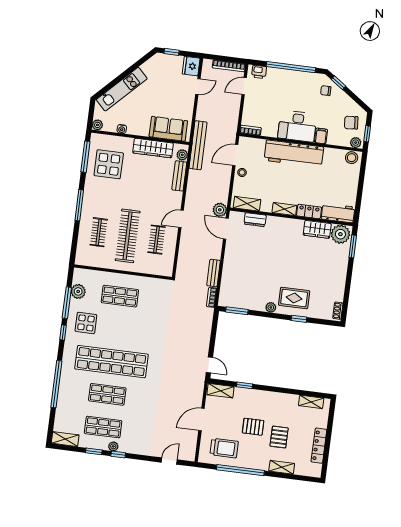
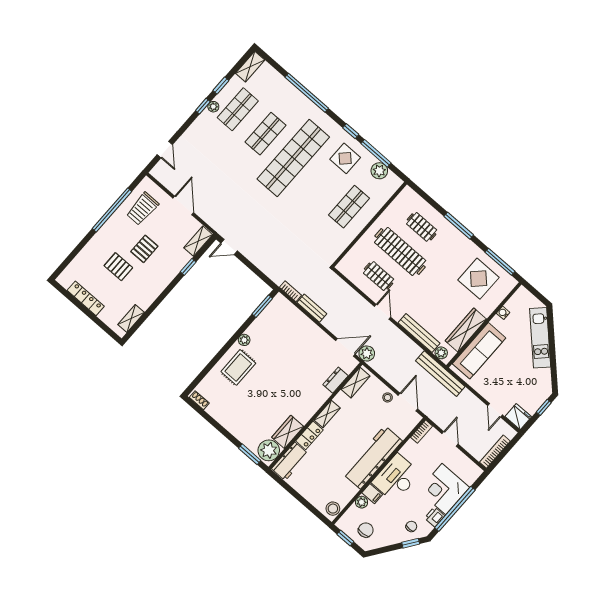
printer: (259, 72) -> (435, 517), moved
corner desk: (282, 85) -> (444, 489), added
door: (244, 86) -> (450, 439), moved
plant: (97, 125) -> (522, 293), removed
sofa: (168, 129) -> (479, 351), width x1.36
plant: (356, 143) -> (362, 502), moved
bench: (179, 176) -> (419, 333), width x1.36
window: (299, 319) -> (216, 359), removed
shelving: (282, 467) -> (89, 250), removed

